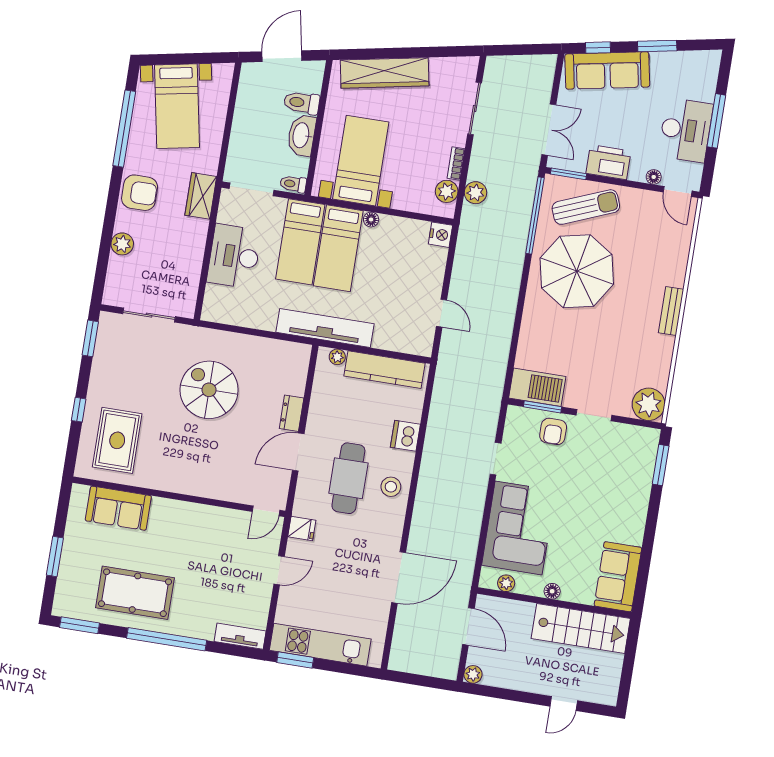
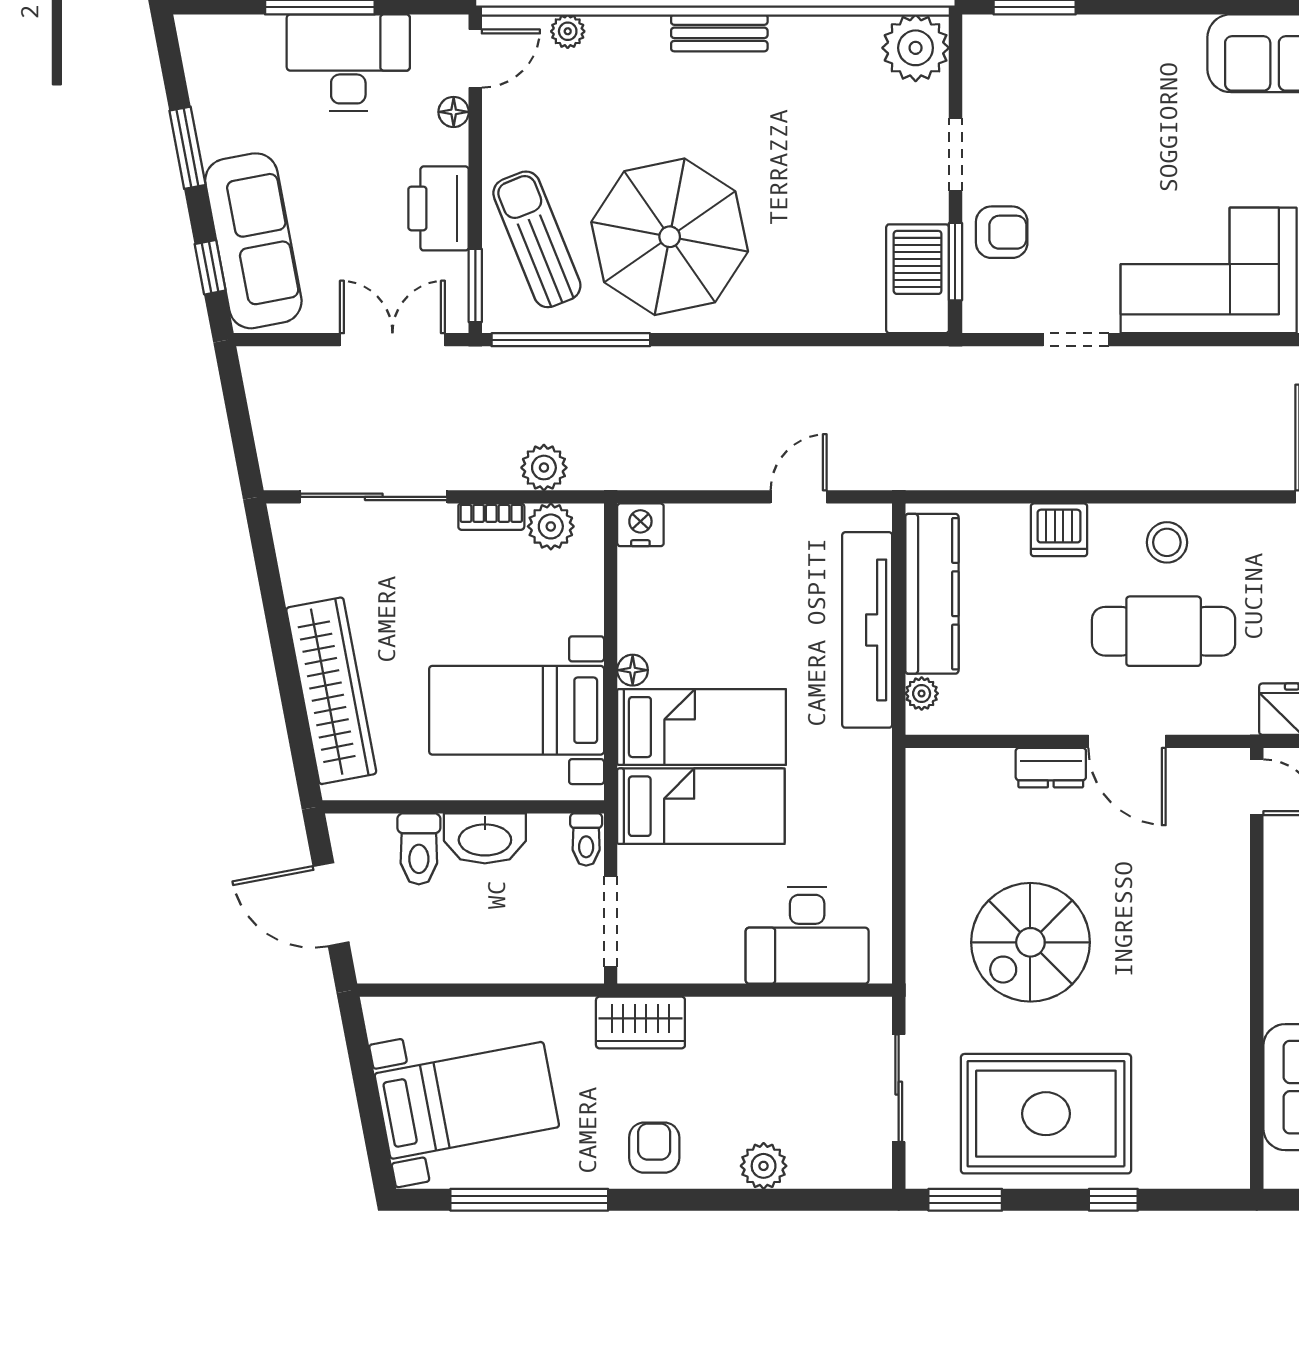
sliding door: (475, 108) -> (374, 497), width x1.37
armchair: (140, 193) -> (654, 1148), width x0.72, depth x0.72
plant: (684, 238) -> (568, 31), added
desk: (234, 256) -> (807, 935), moved
tv unit: (325, 328) -> (867, 630), moved
rug: (117, 440) -> (1046, 1114), moved, width x1.37, depth x1.44

